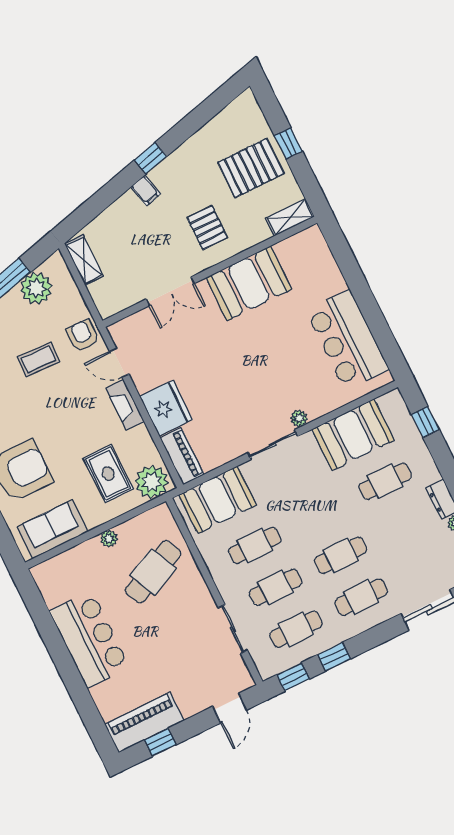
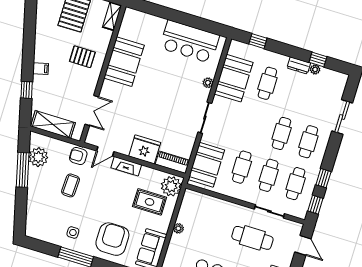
window: (151, 158) -> (27, 90), moved
shelving: (84, 260) -> (53, 124), width x1.50, depth x1.33
double door: (170, 291) -> (92, 111), moved
plant: (299, 418) -> (208, 83), moved
cafe table: (153, 572) -> (252, 238), moved, turned -65

